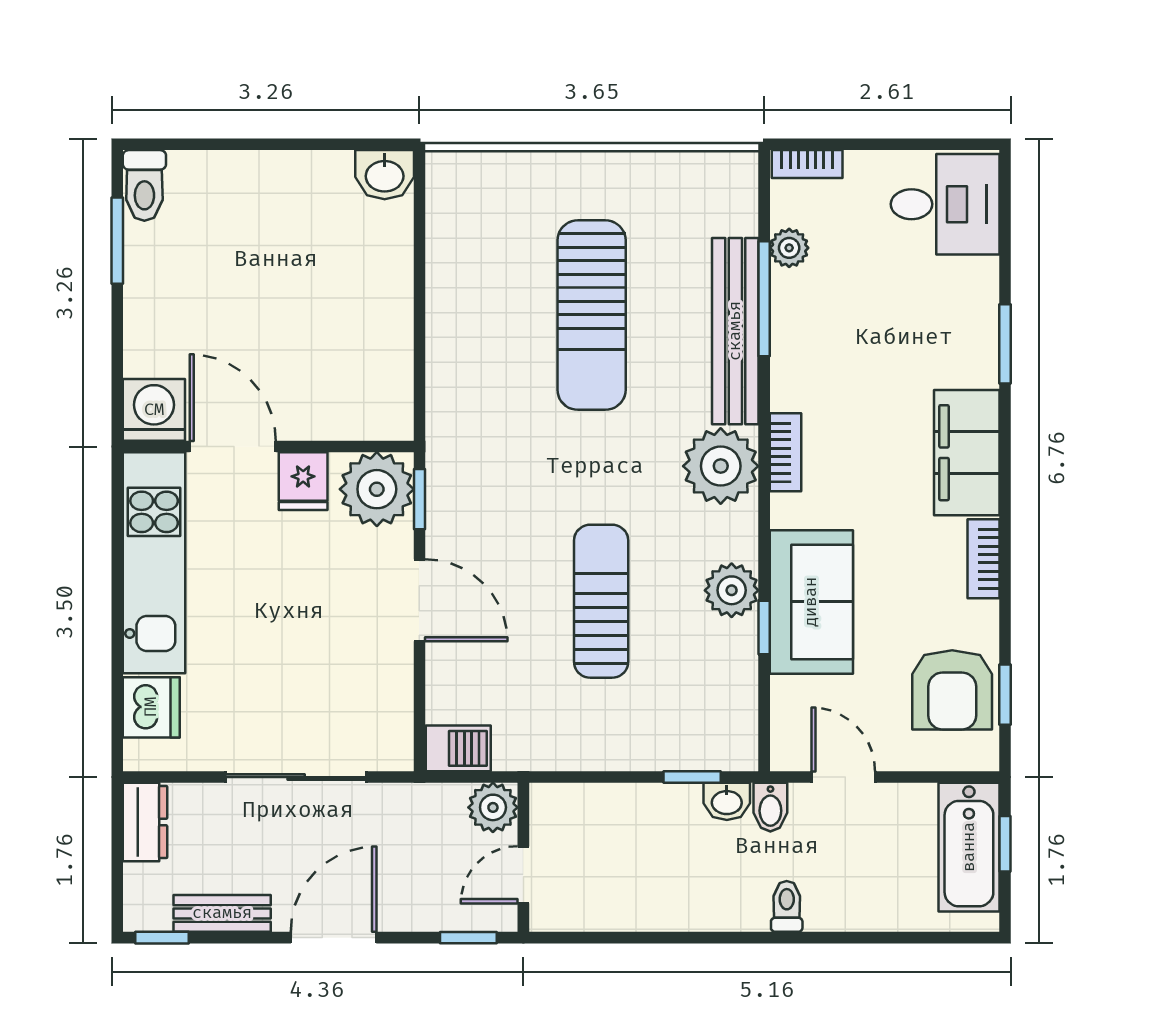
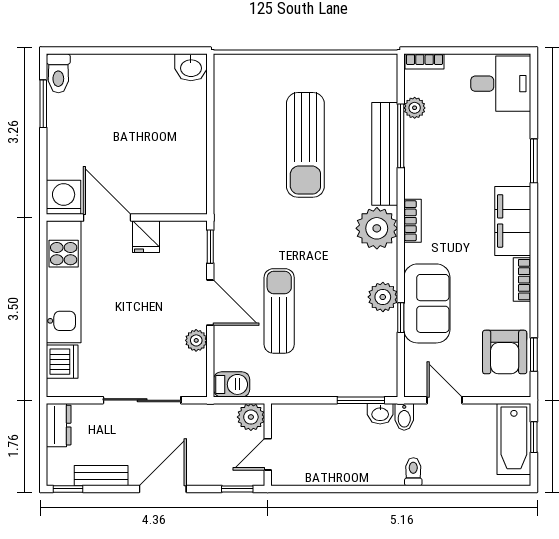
plant: (377, 489) -> (196, 340), moved, width x0.53, depth x0.53
sun lounger: (601, 601) -> (279, 311), moved
window: (692, 777) -> (361, 400), width x1.50

